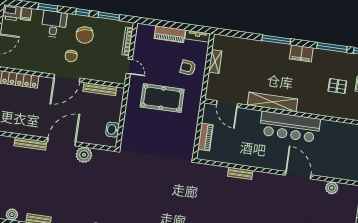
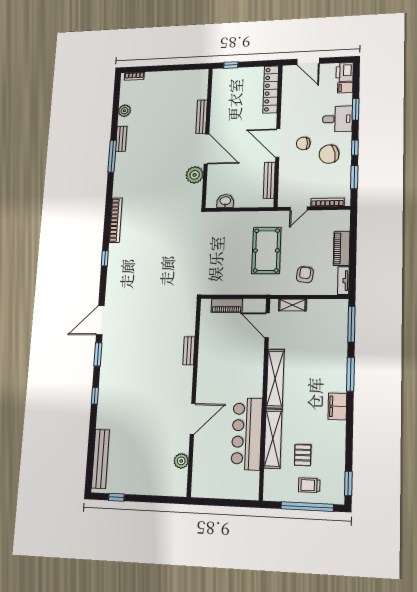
window: (332, 47) -> (351, 324), moved
shelving: (215, 62) -> (292, 305), moved
door: (227, 104) -> (267, 325), hinge flipped
shelving: (322, 109) -> (273, 439), added
bar counter: (290, 127) -> (247, 434), moved

